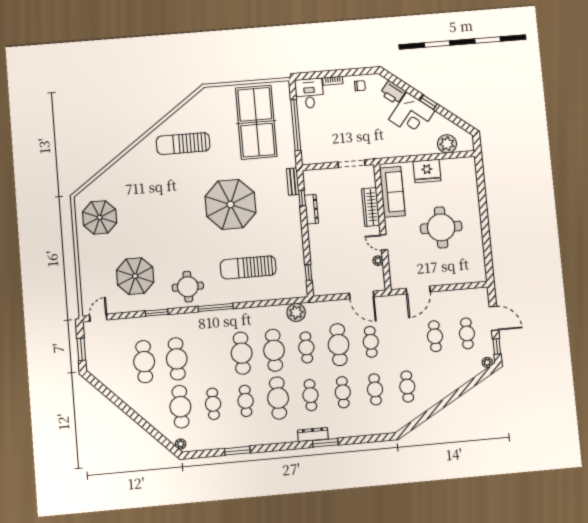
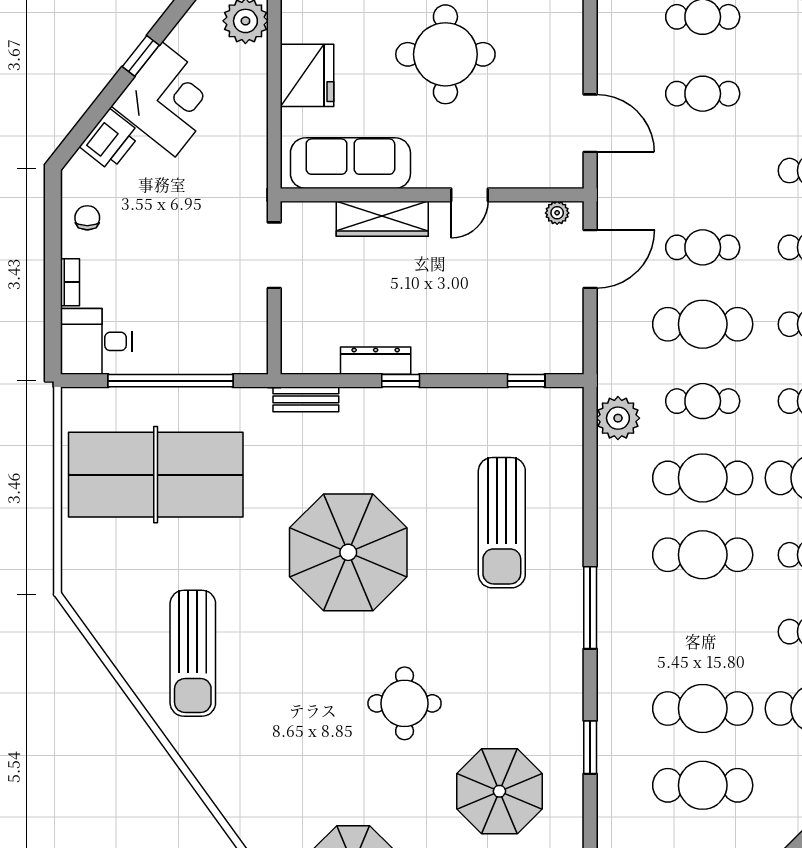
window: (302, 198) -> (401, 381), moved
plant: (378, 261) -> (557, 213), moved
round table: (188, 287) -> (405, 703), moved

